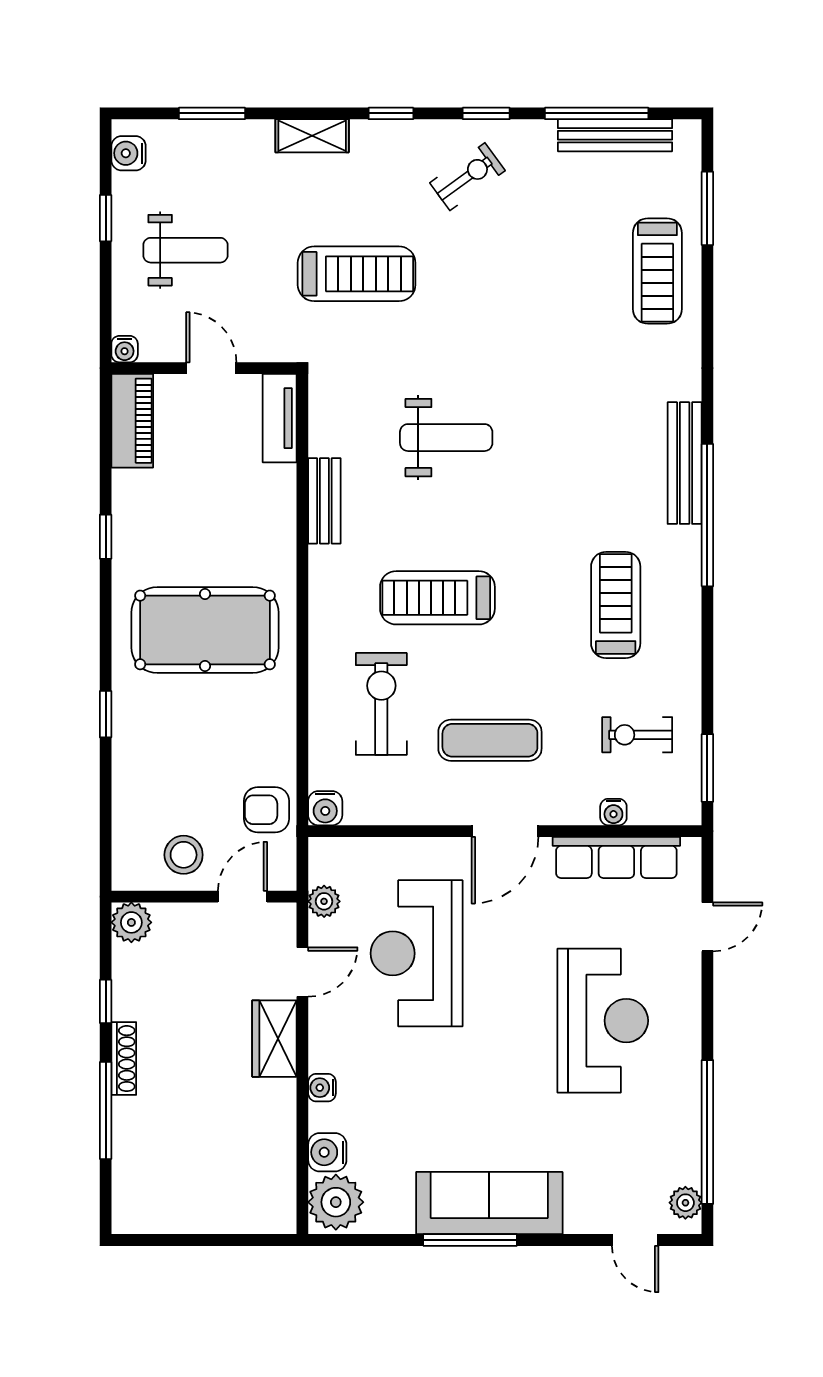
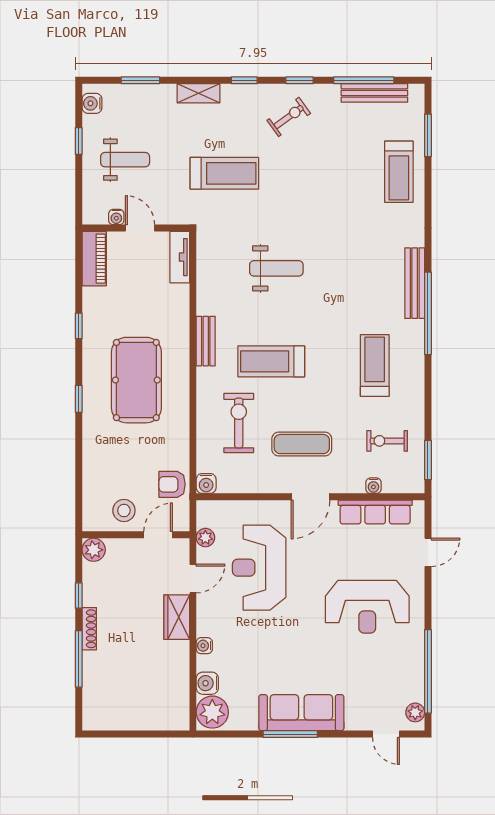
water cooler: (125, 349) -> (116, 217), moved
bench: (324, 501) -> (206, 341), moved
pool table: (205, 630) -> (136, 380), turned 90
window: (106, 714) -> (79, 399), moved
reception desk: (603, 1021) -> (367, 607), turned 90

